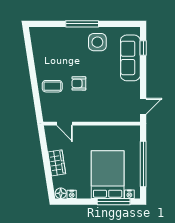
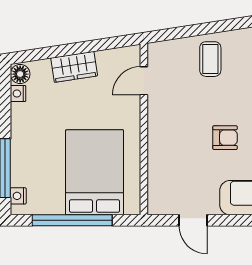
armchair: (79, 83) -> (225, 138), moved, turned 90
door: (143, 106) -> (193, 220), moved
bed: (108, 175) -> (95, 172), moved, turned -90

